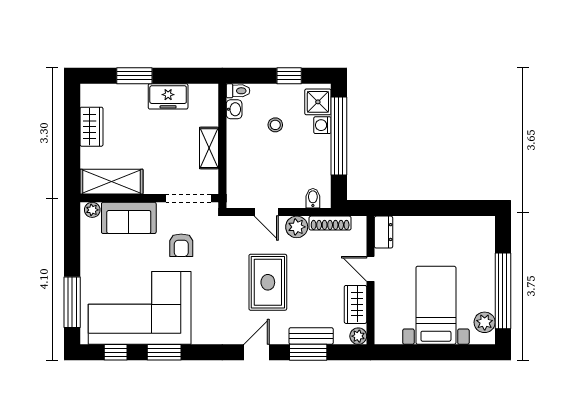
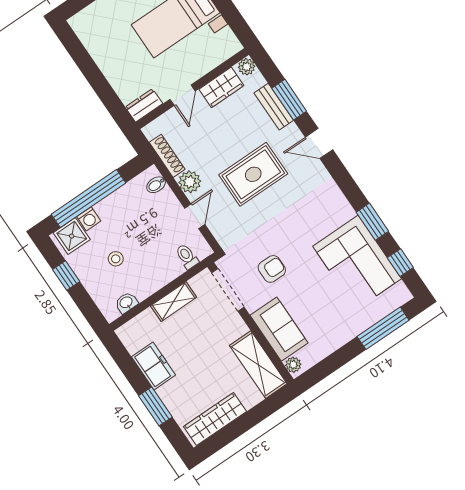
toilet: (238, 91) -> (187, 257), moved
wardrobe: (91, 127) -> (215, 419), width x1.50
corner sofa: (140, 308) -> (357, 262), width x0.73, depth x0.74

